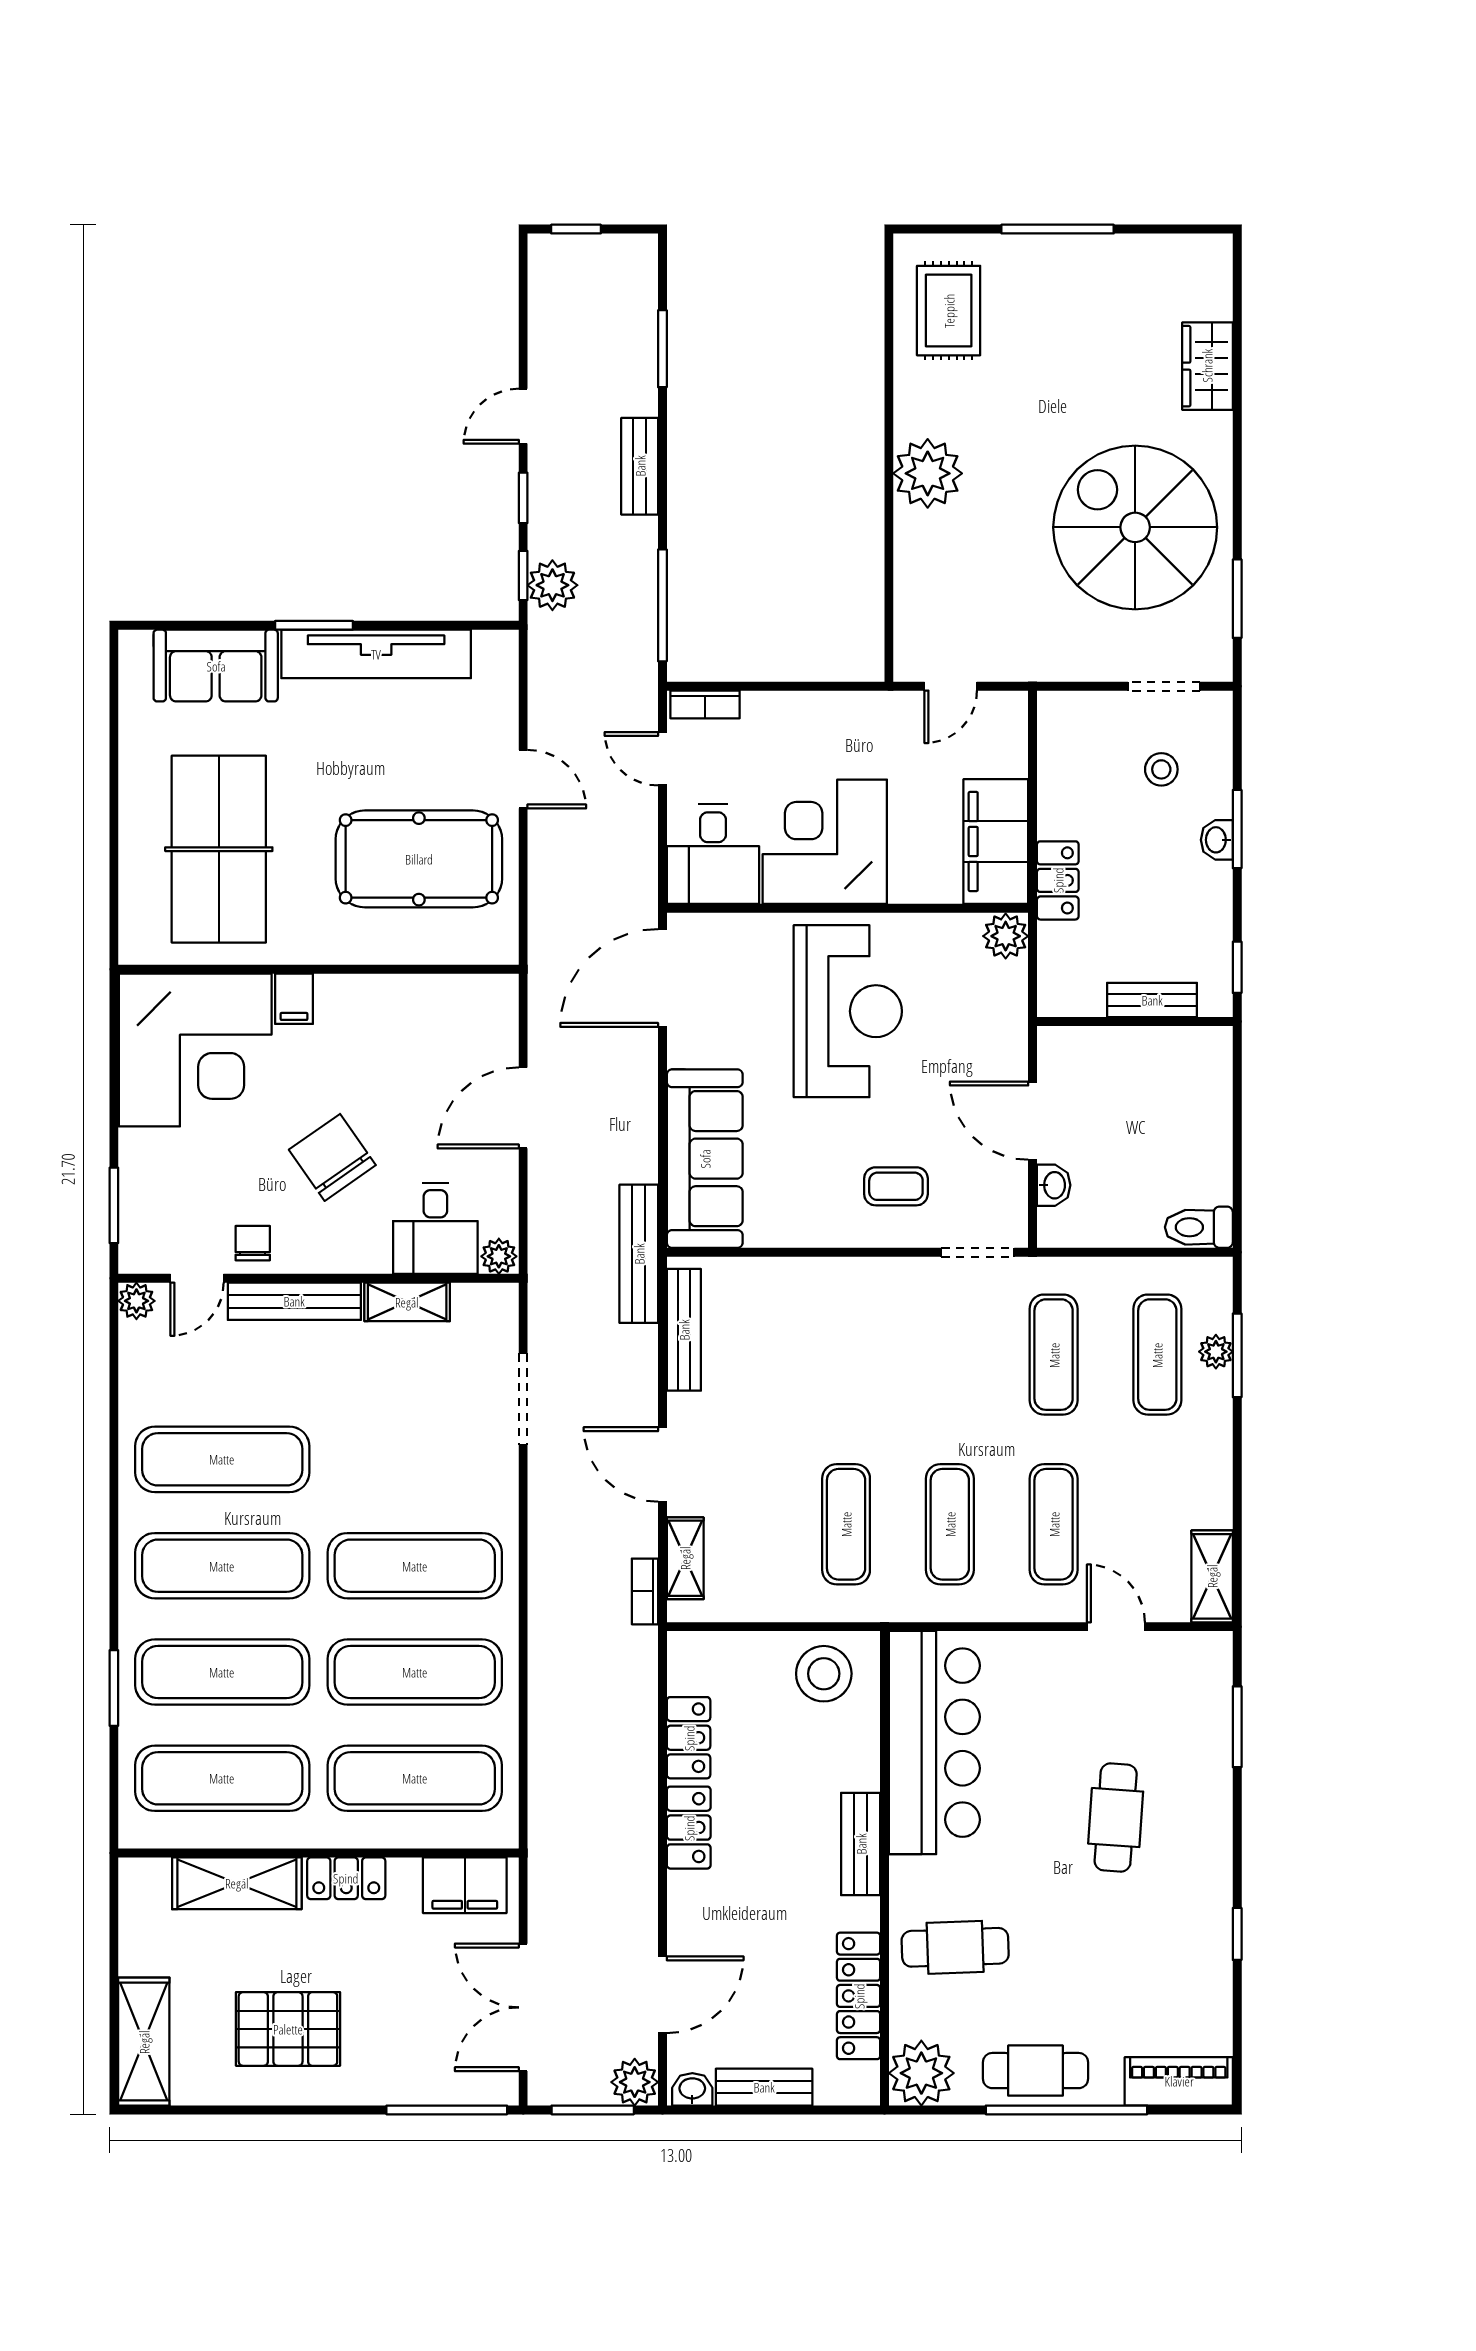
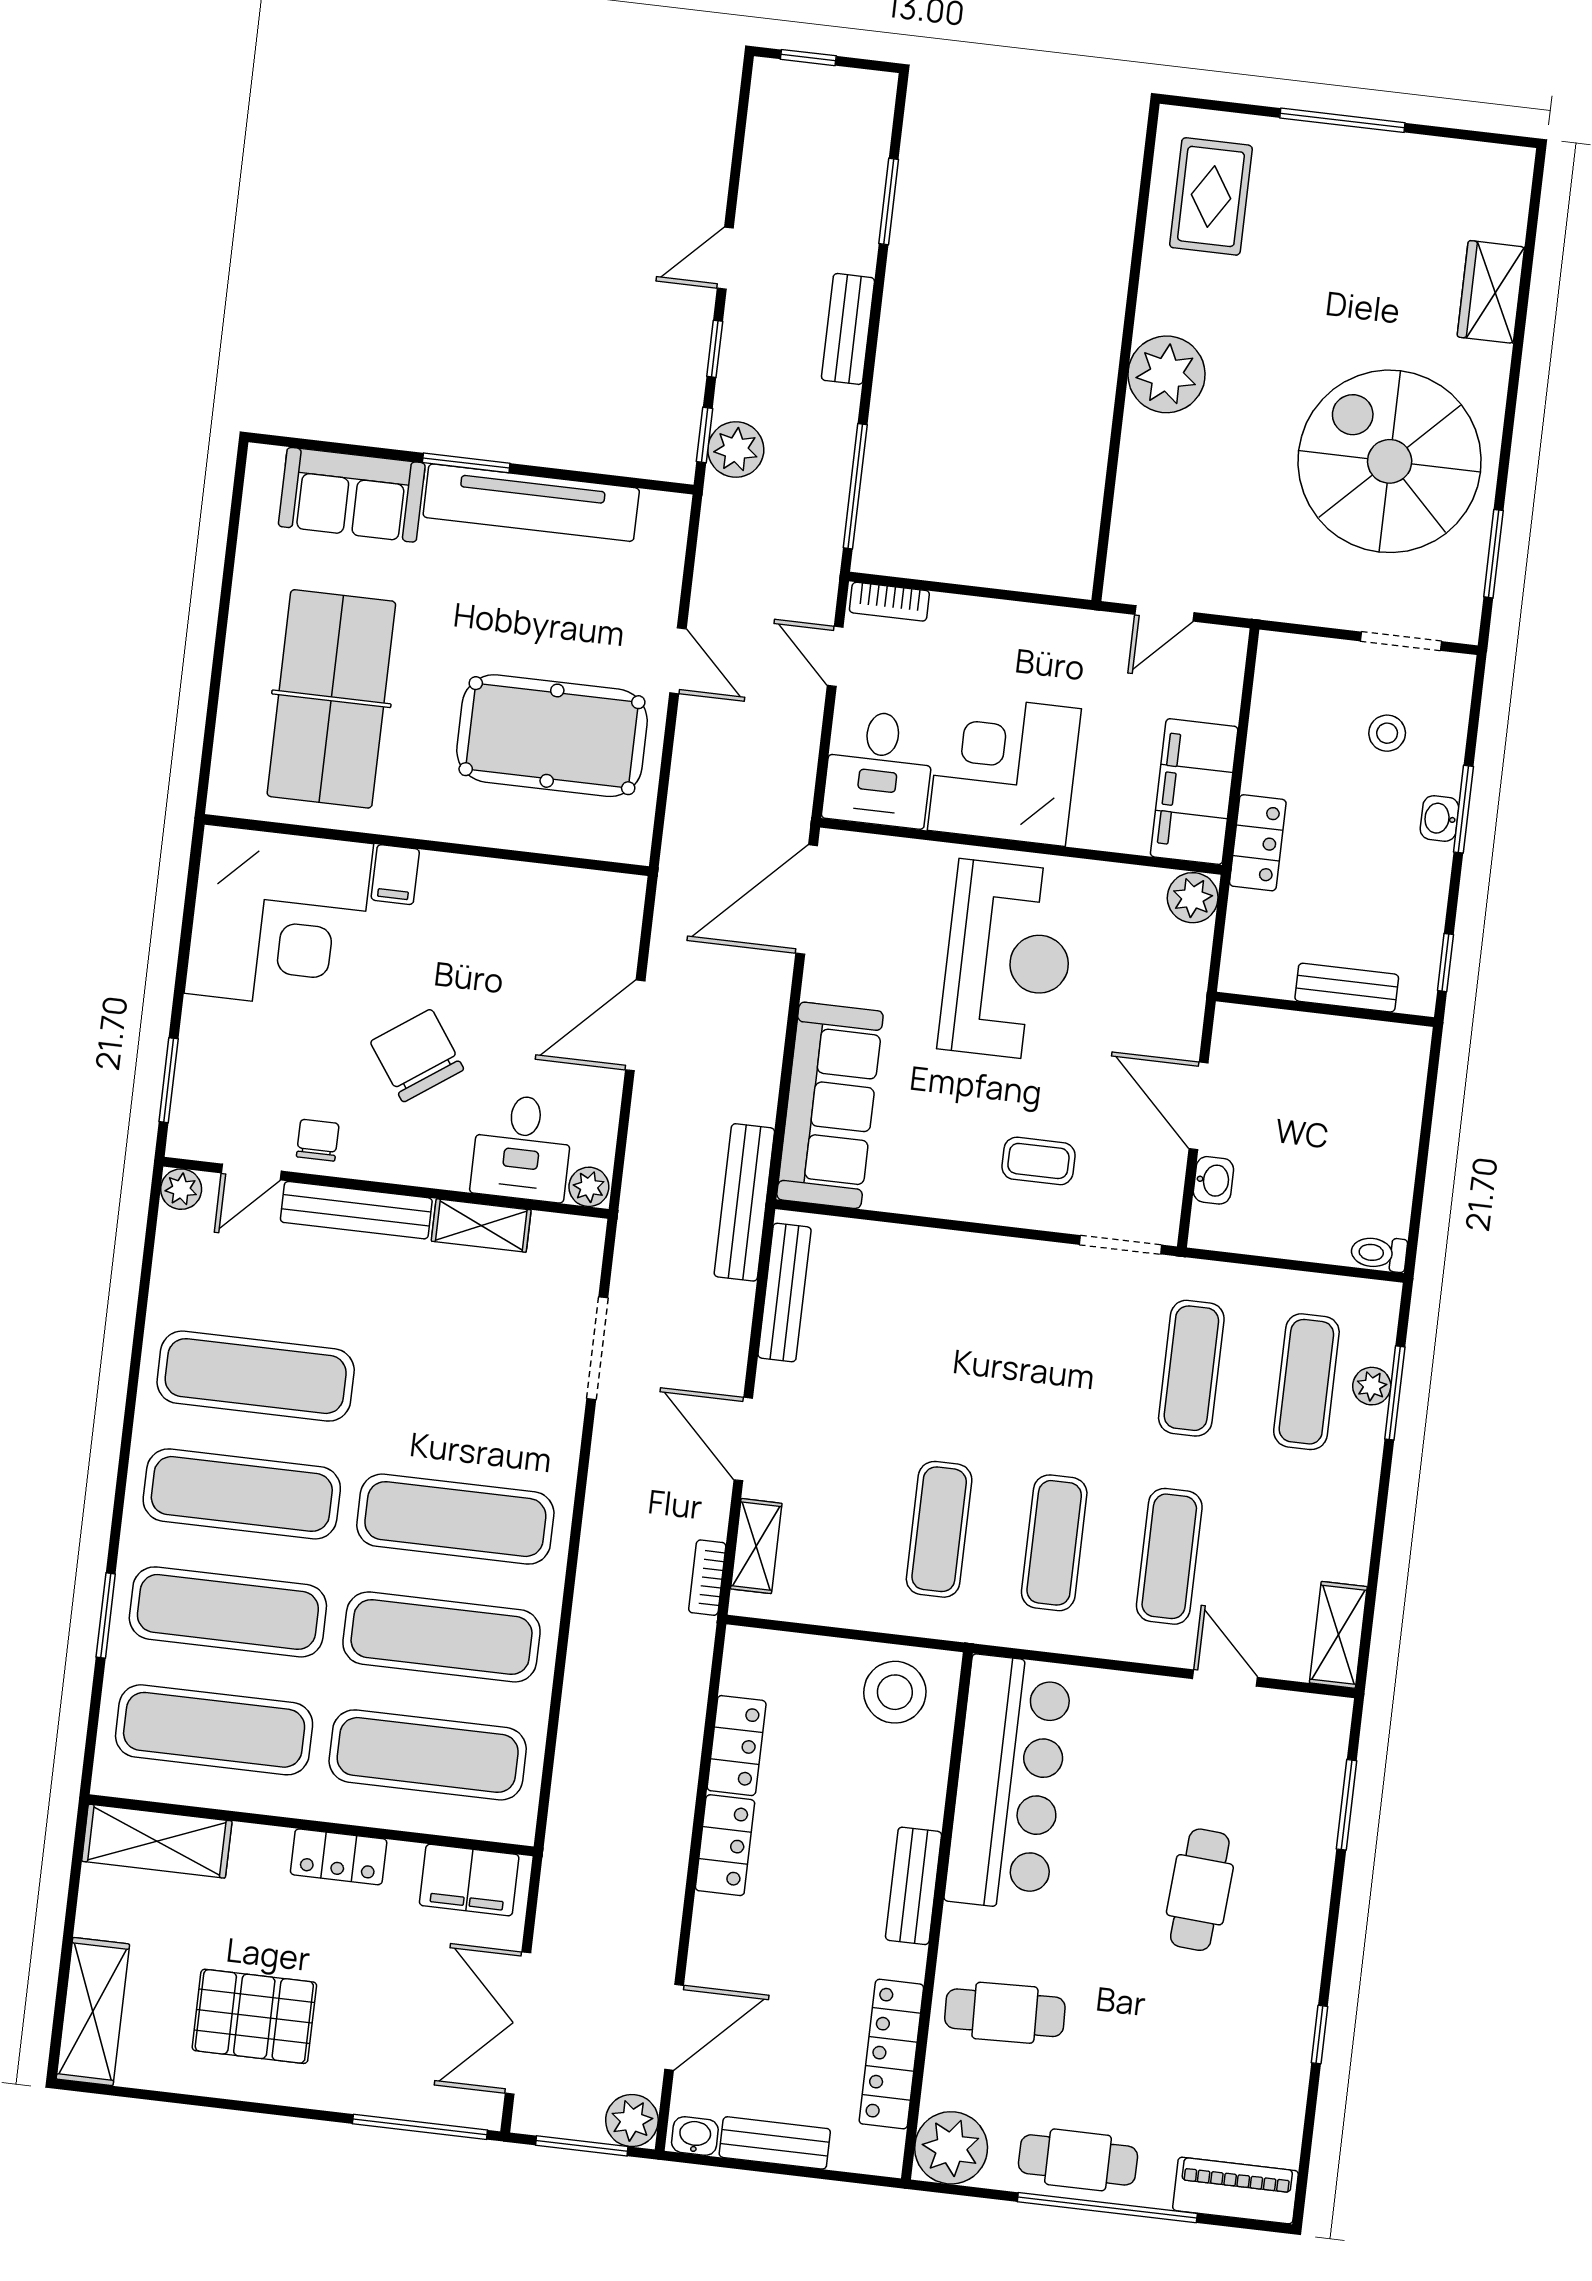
toilet: (1199, 1227) -> (1379, 1253), width x0.73, depth x0.72
shelving: (237, 1883) -> (157, 1841), moved

